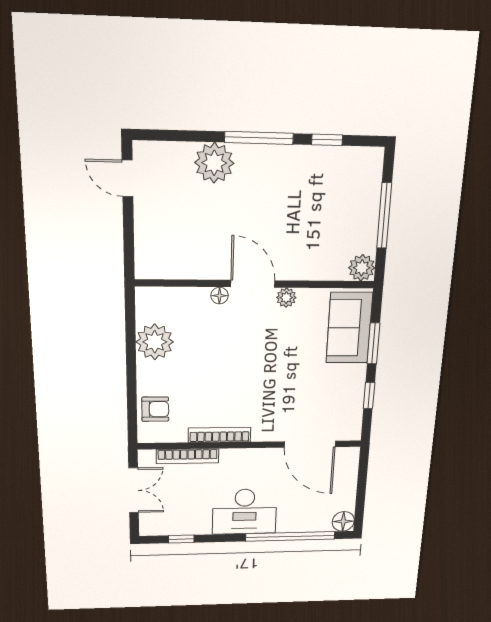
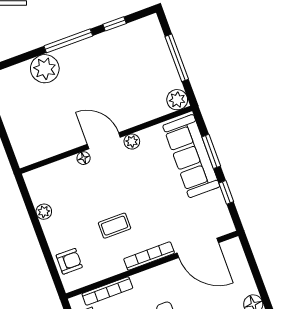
sofa: (349, 328) -> (191, 156), width x1.36
plant: (155, 342) -> (44, 212), width x0.53, depth x0.53
coffee table: (225, 388) -> (115, 226), added
bookcase: (220, 435) -> (149, 256), moved

